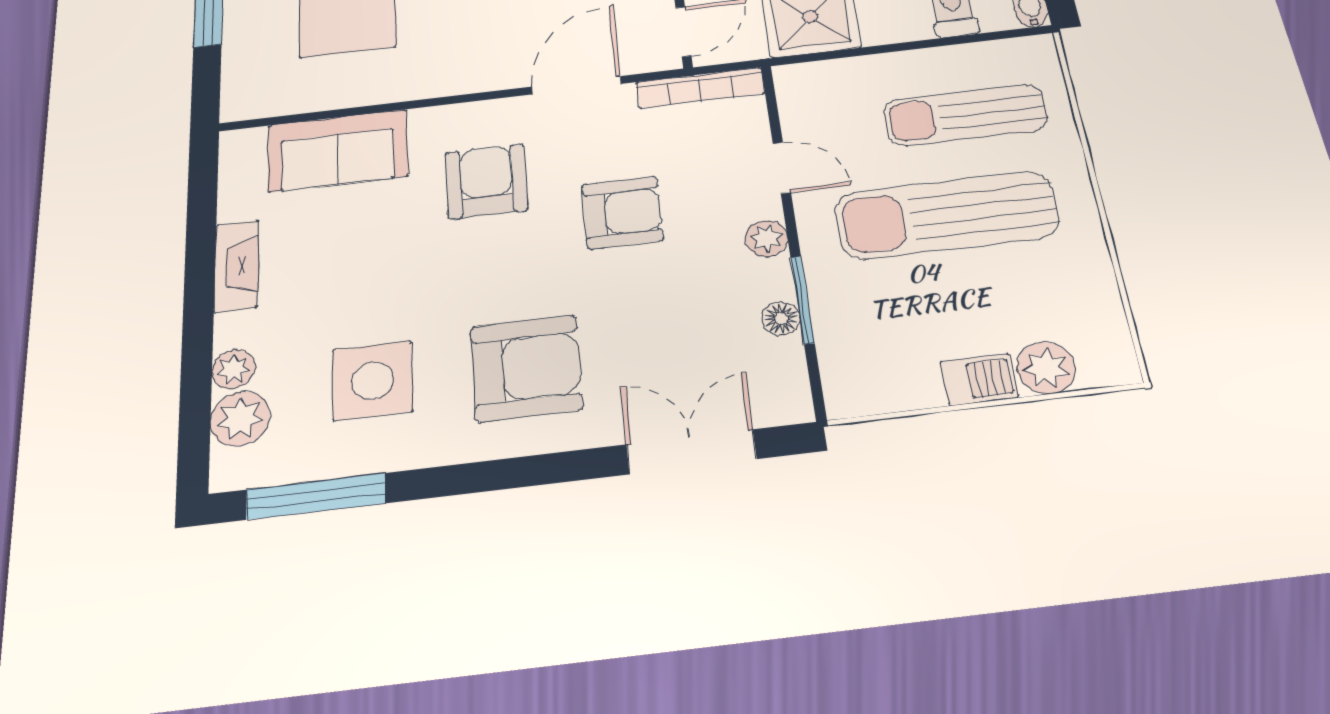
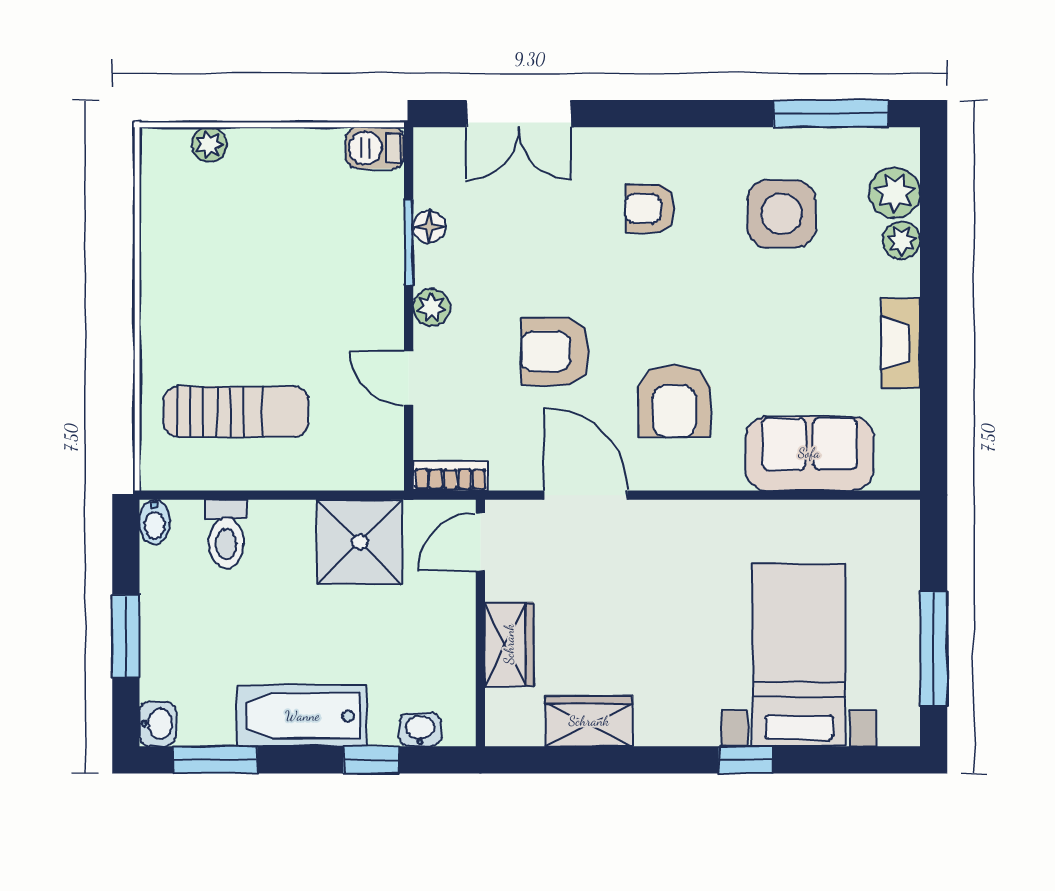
door: (576, 85) -> (586, 495), swing flipped
bookcase: (700, 88) -> (450, 476), width x0.64
sun lounger: (947, 215) -> (272, 309), removed
armchair: (526, 368) -> (650, 208), width x0.53, depth x0.53
plant: (1046, 368) -> (209, 145), width x0.73, depth x0.73
barbecue: (979, 379) -> (375, 148), moved

